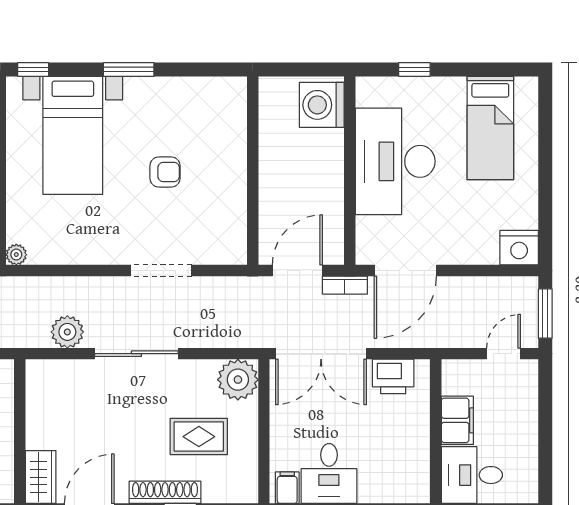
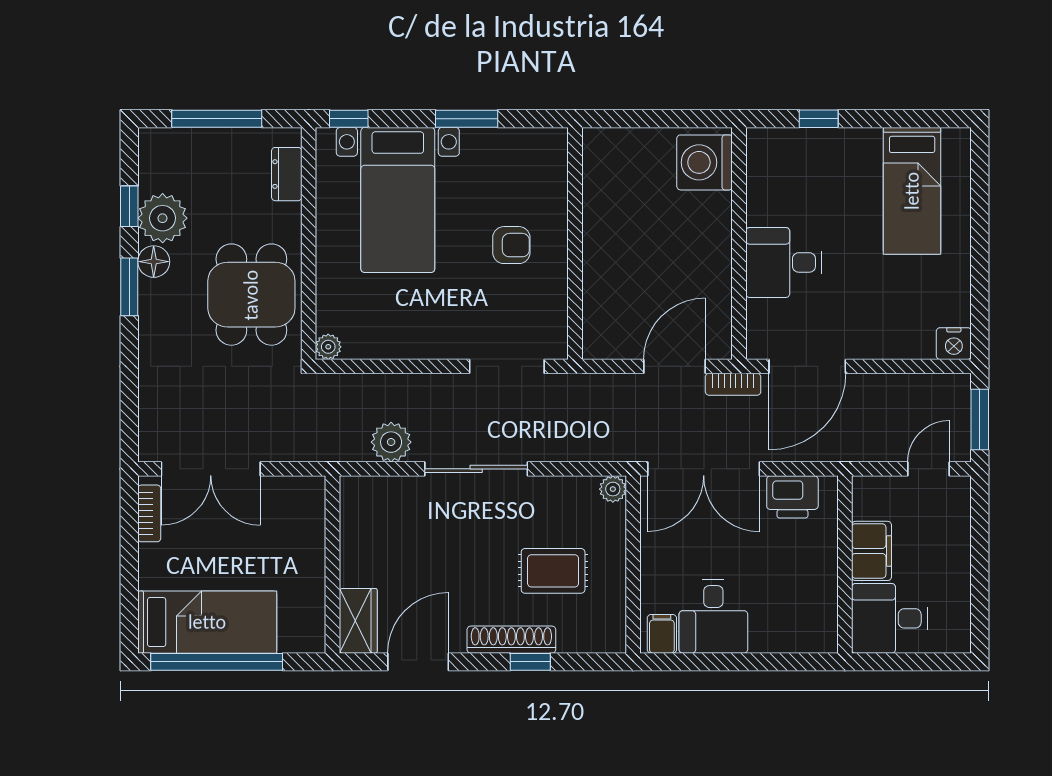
desk: (395, 161) -> (784, 262), width x0.53, depth x0.77
wall: (253, 171) -> (575, 243), moved
nightstand: (519, 248) -> (954, 344), width x0.74, depth x0.75
plant: (238, 380) -> (613, 489), width x0.53, depth x0.53

